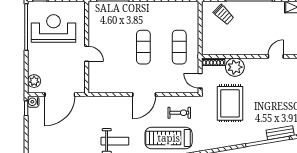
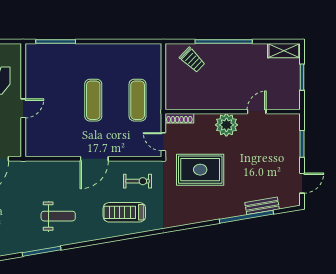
door: (87, 54) -> (23, 108), hinge flipped
plant: (235, 67) -> (226, 125), moved
rug: (230, 103) -> (200, 170), turned 90
treadmill: (169, 138) -> (124, 212), width x0.73, depth x0.73

